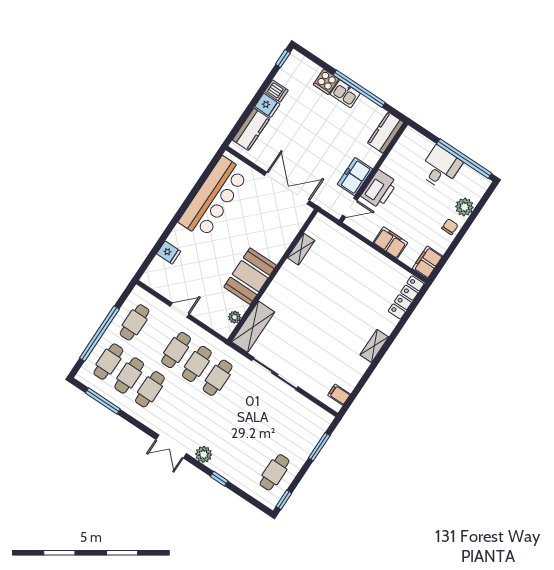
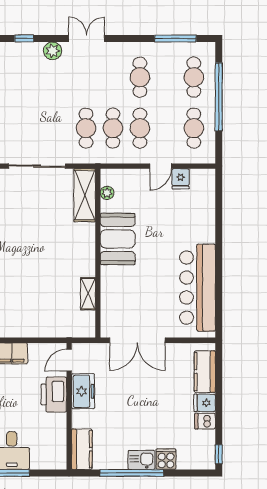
fridge: (169, 253) -> (181, 179), moved, turned -90
cafe table: (129, 375) -> (167, 77), removed

